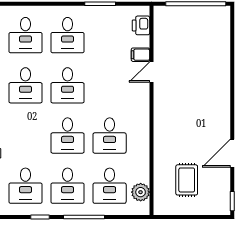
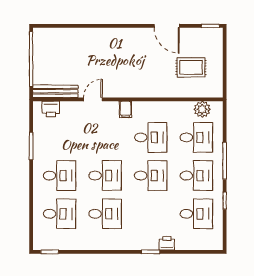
bench: (160, 31) -> (55, 91), added
filing cabinet: (140, 55) -> (125, 109), moved
door: (152, 72) -> (93, 99), swing flipped

